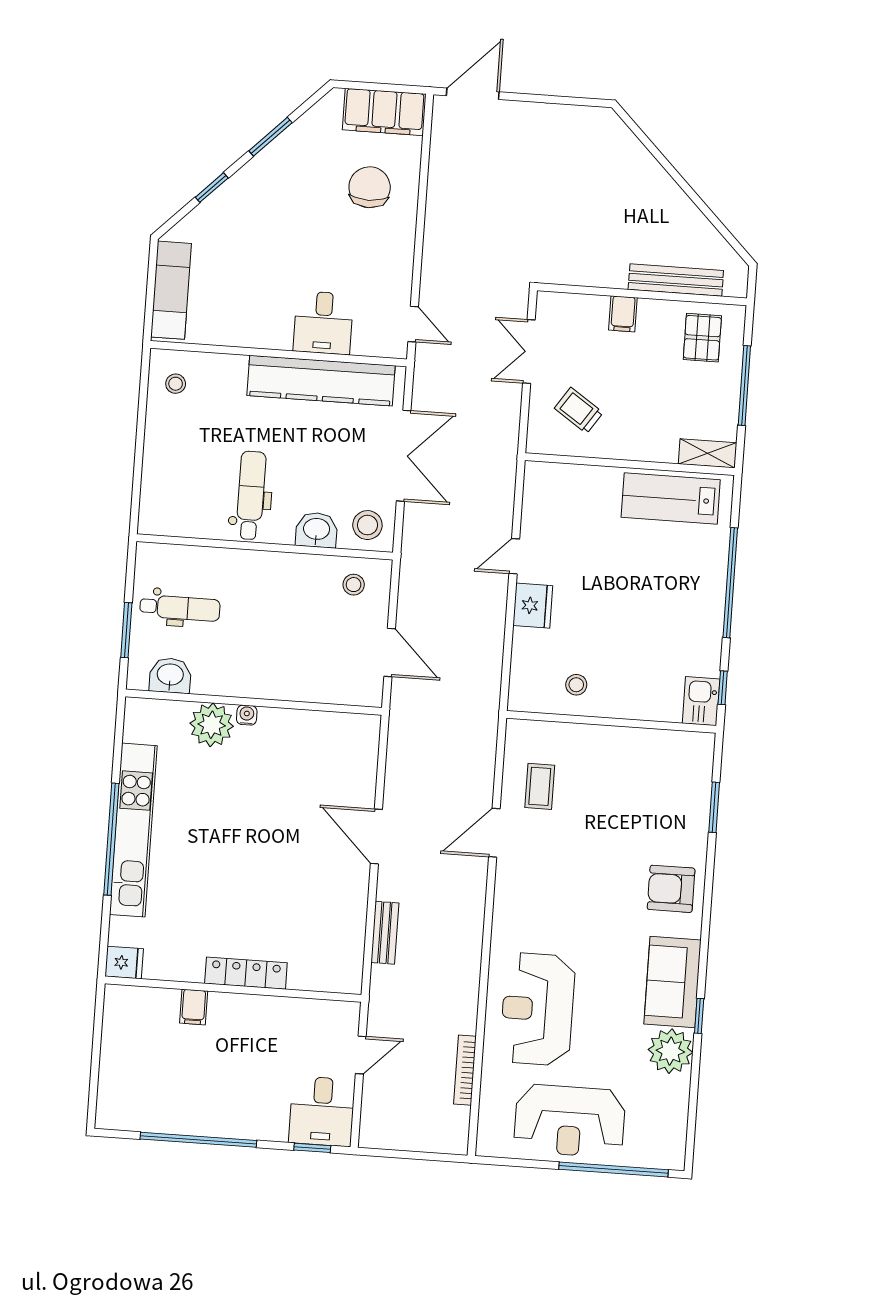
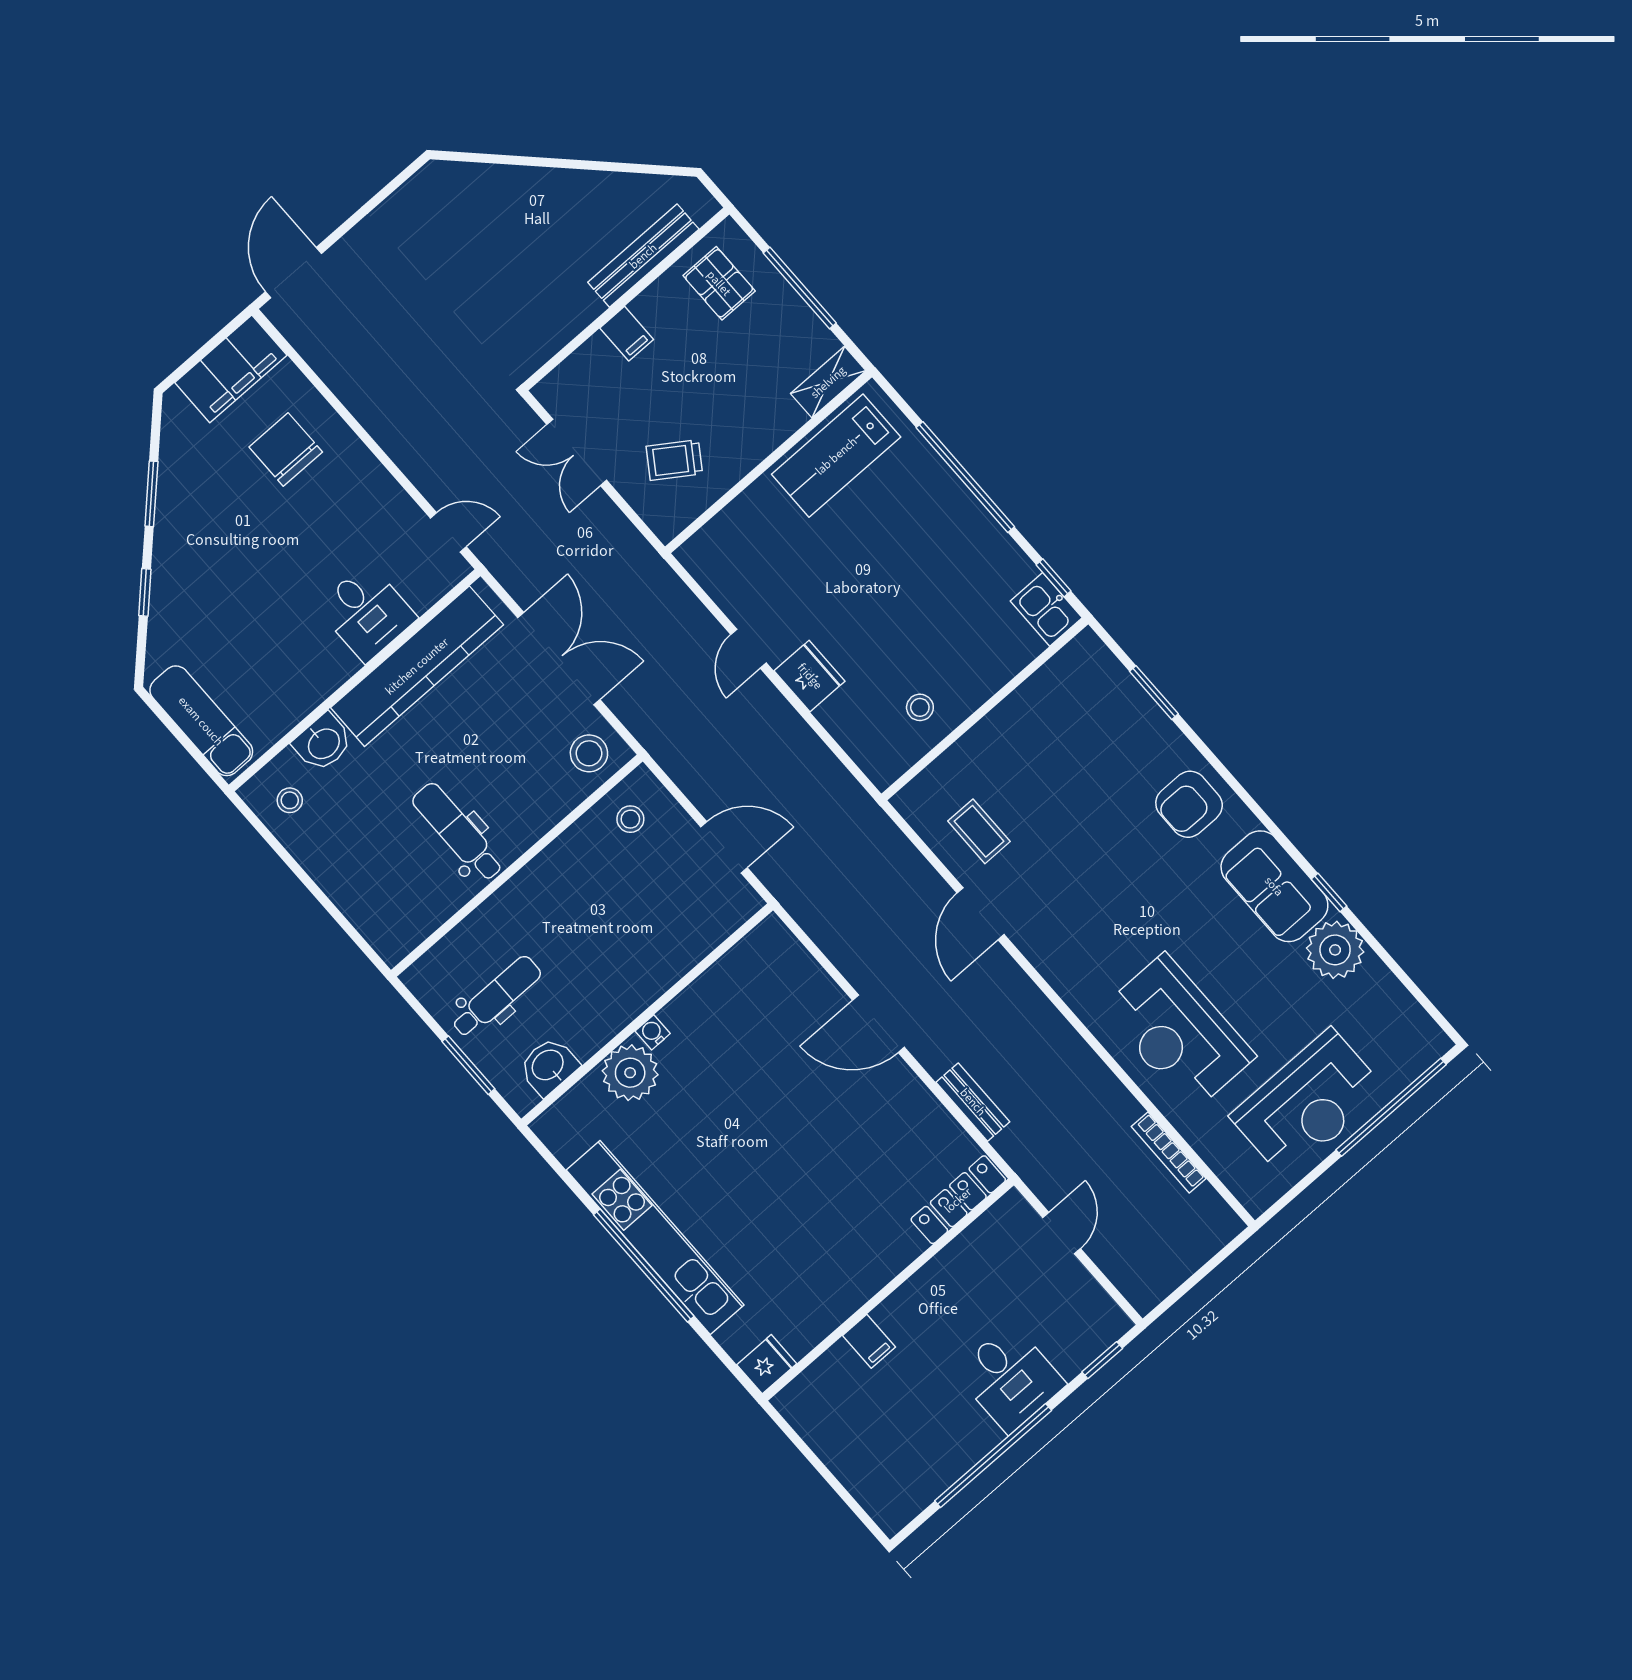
washbasin: (317, 530) -> (323, 743), moved, turned 180
locker: (246, 973) -> (958, 1200), moved
desk: (322, 1111) -> (1010, 1378), moved

